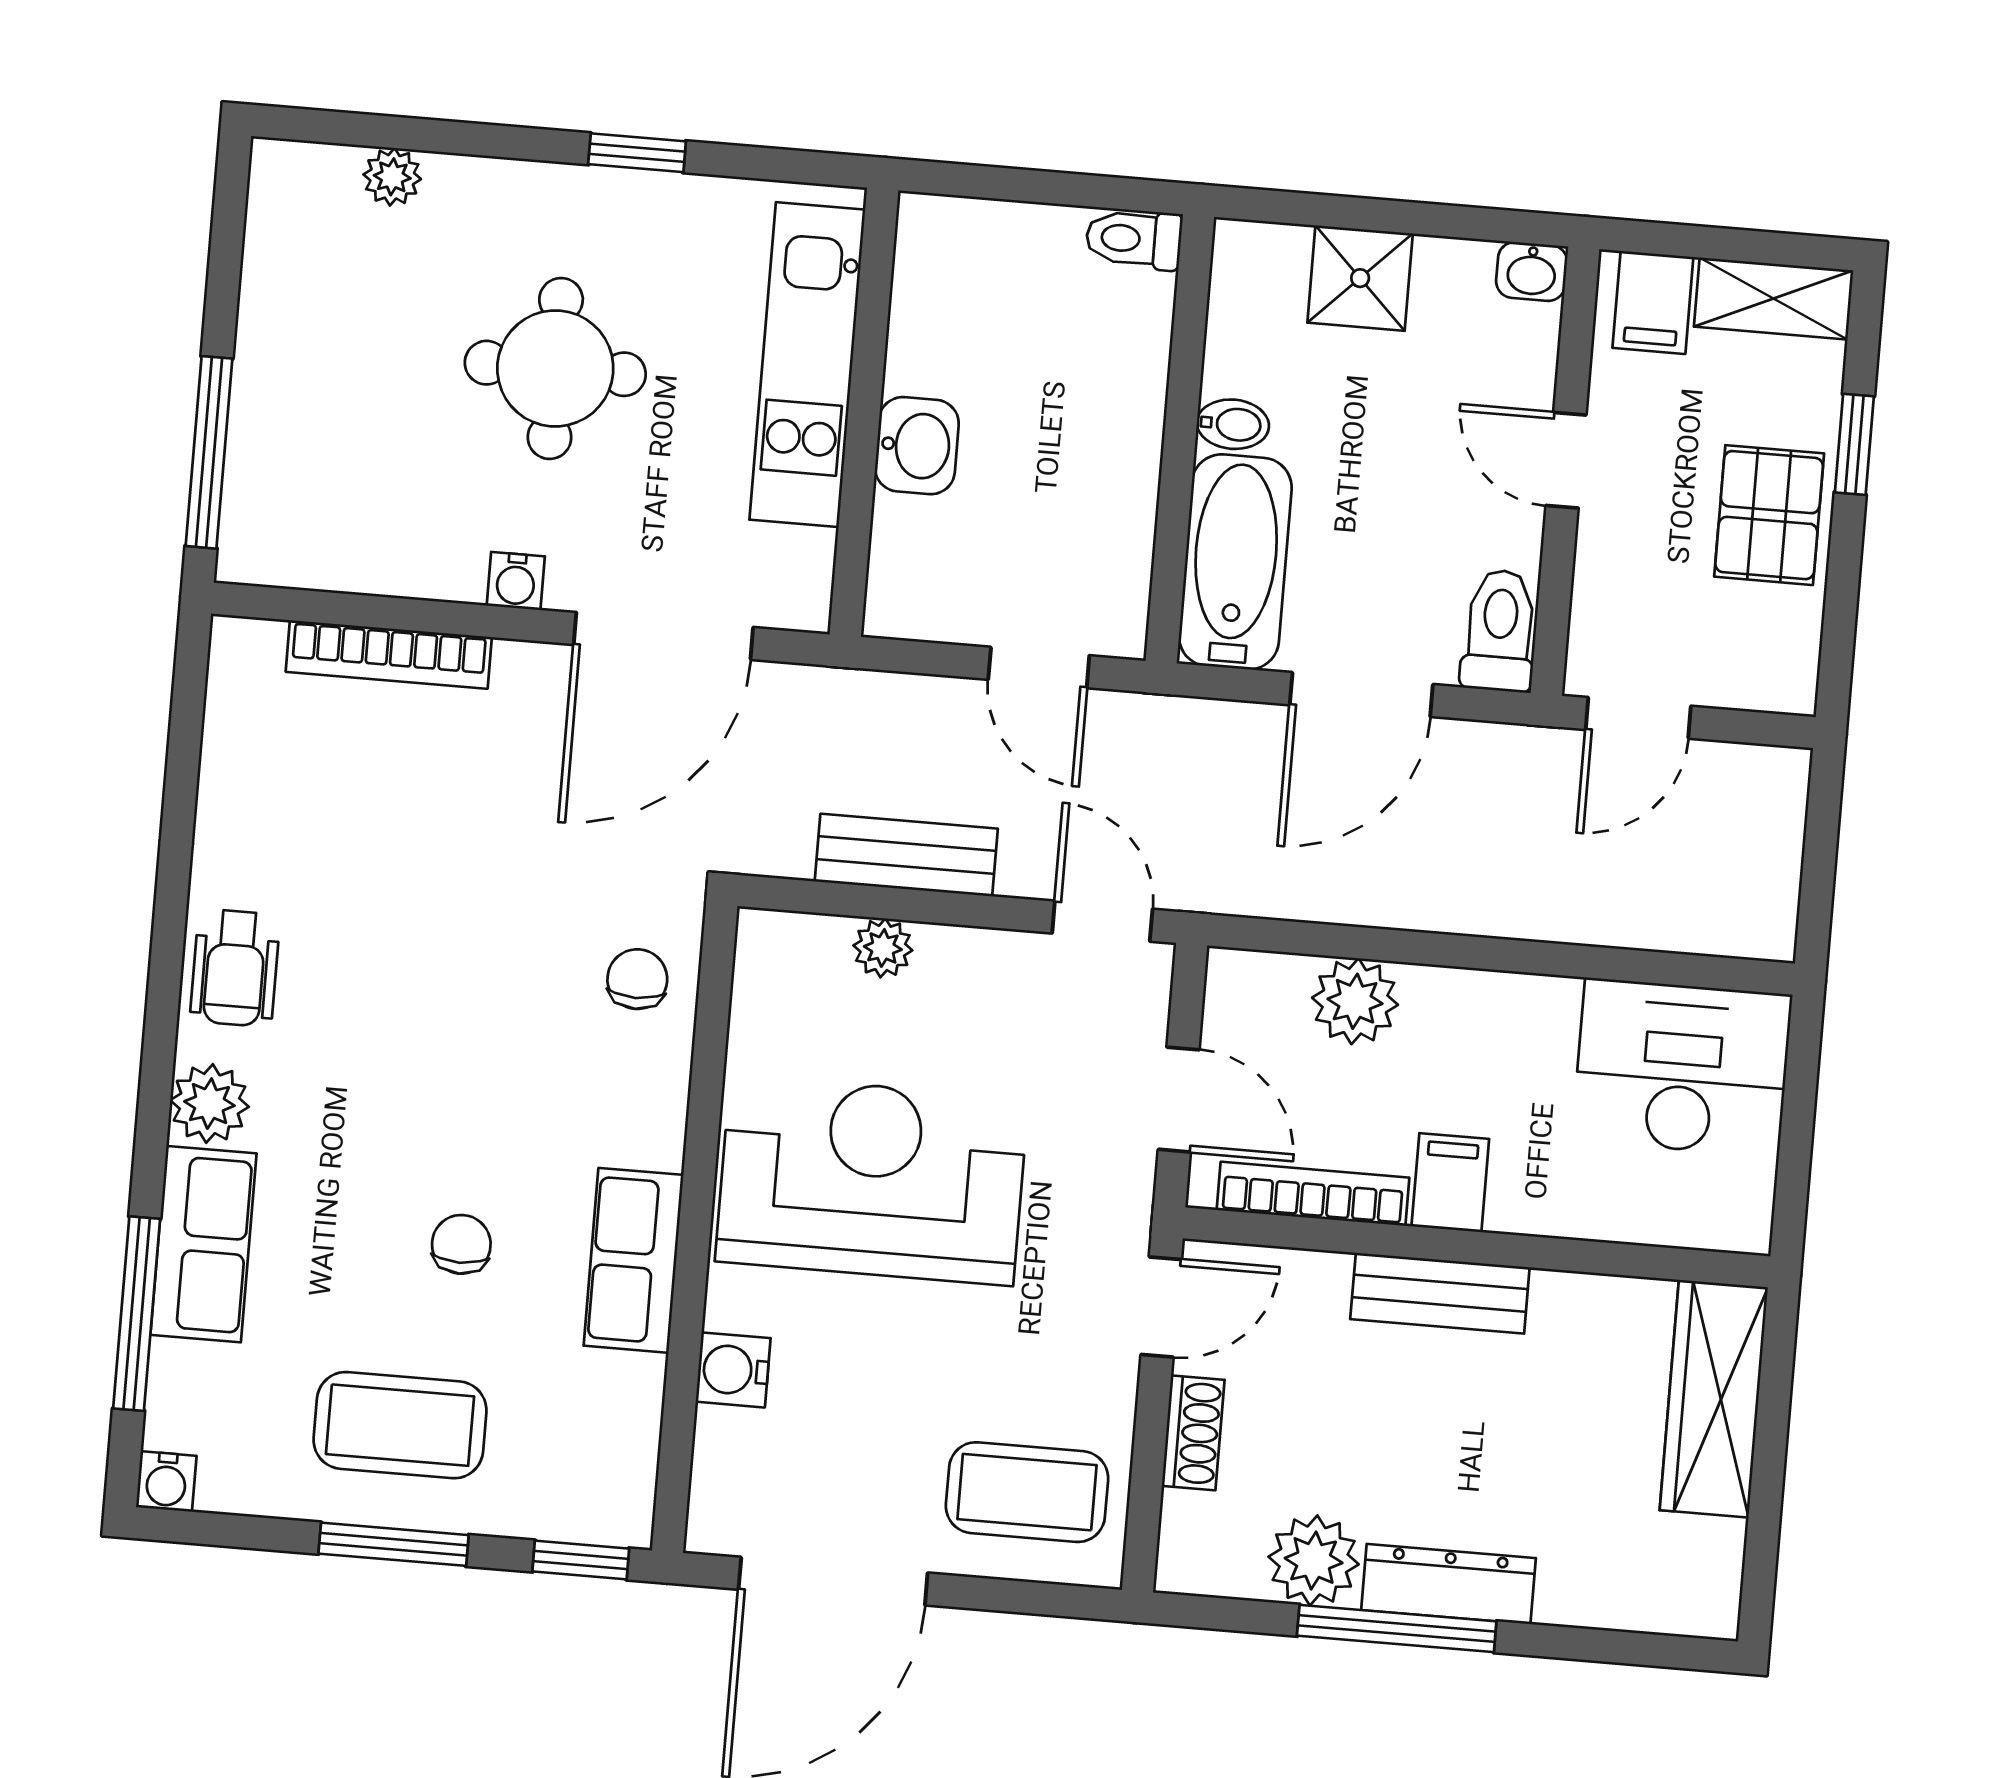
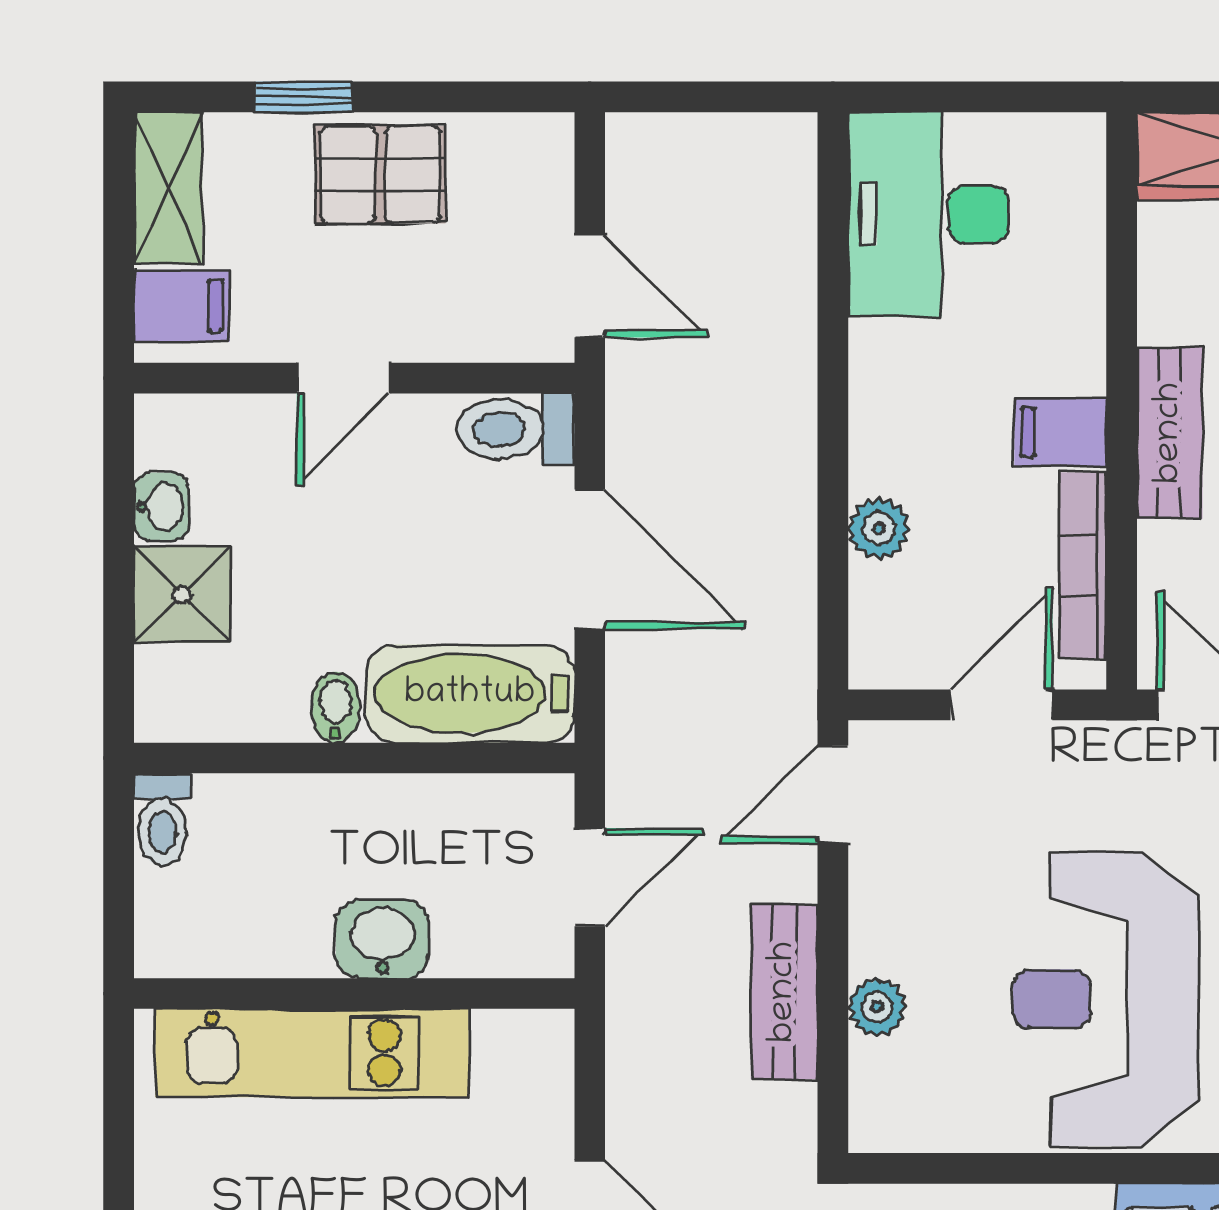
washbasin: (1532, 271) -> (161, 507), moved
kitchen unit: (807, 365) -> (312, 1053), moved
wall: (864, 412) -> (354, 994), moved
washbasin: (917, 446) -> (382, 939), moved
plant: (1355, 1001) -> (879, 529), width x0.73, depth x0.73

